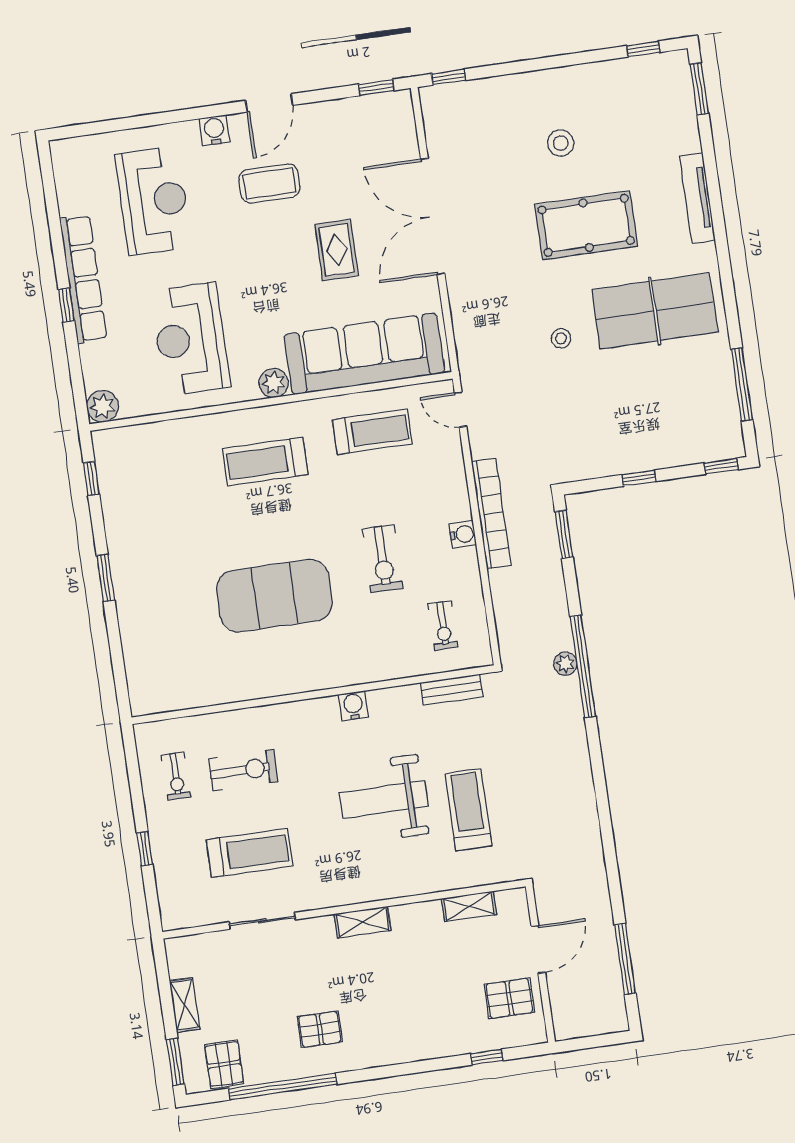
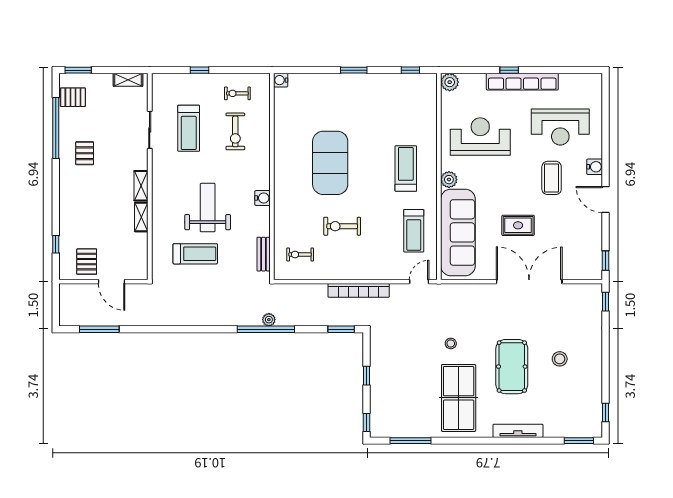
coffee table: (269, 184) -> (552, 178), moved
water cooler: (463, 534) -> (281, 80), moved, turned 90
shelving: (469, 906) -> (141, 217), moved
shelving: (184, 1005) -> (128, 80), moved

